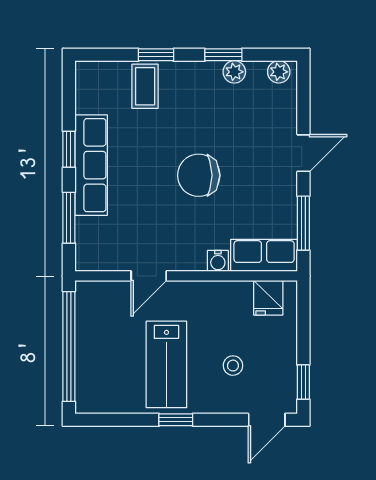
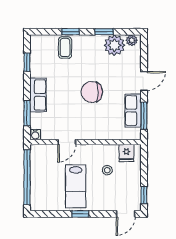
plant: (234, 72) -> (114, 45), width x1.88, depth x1.88
window: (69, 149) -> (27, 62), moved
row of seats: (91, 165) -> (38, 95), width x0.68
row of seats: (264, 255) -> (133, 111), moved, turned -90
water cooler: (218, 261) -> (35, 135), moved
stool: (233, 366) -> (107, 170), moved

